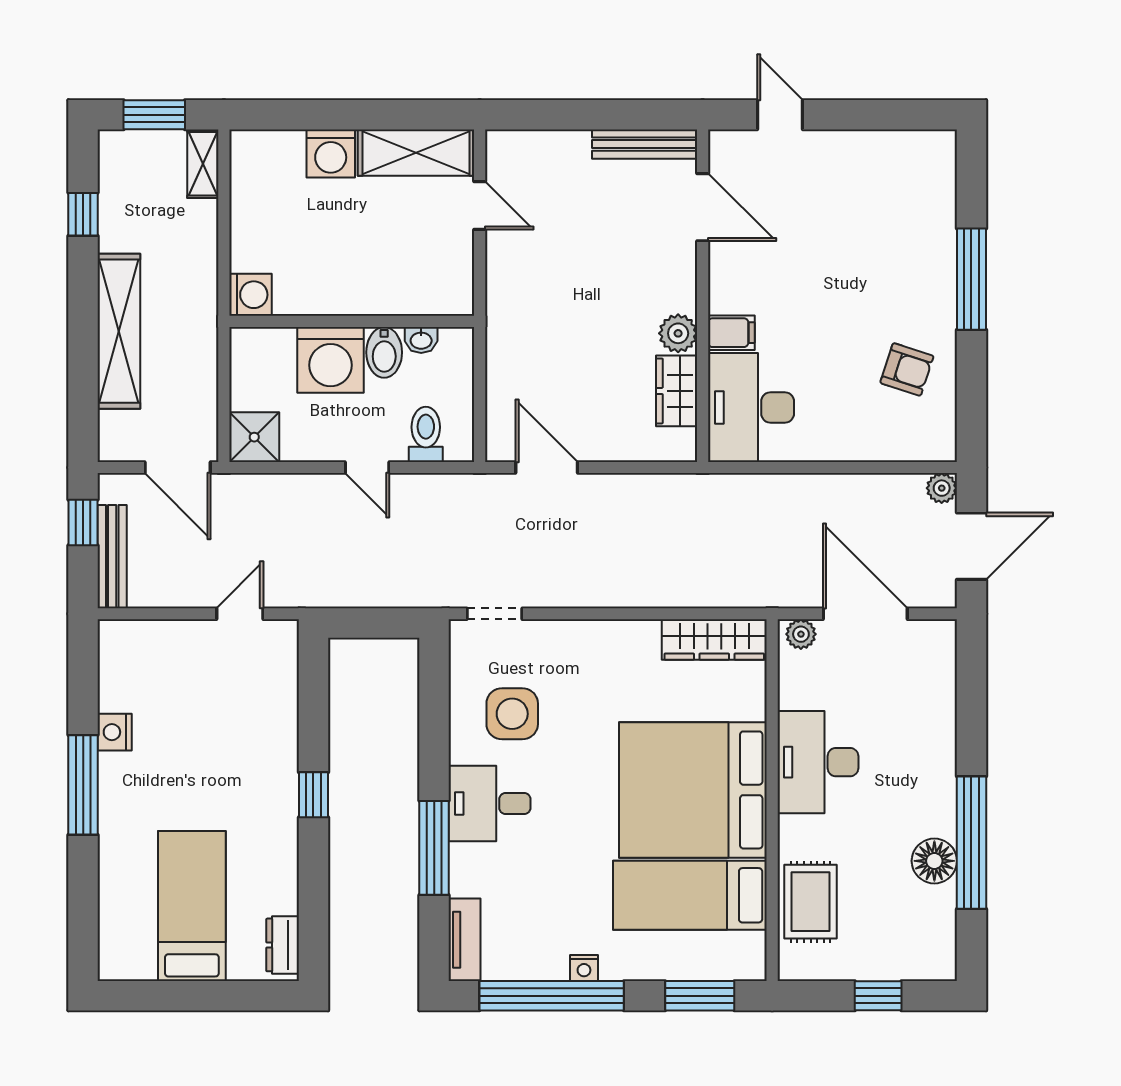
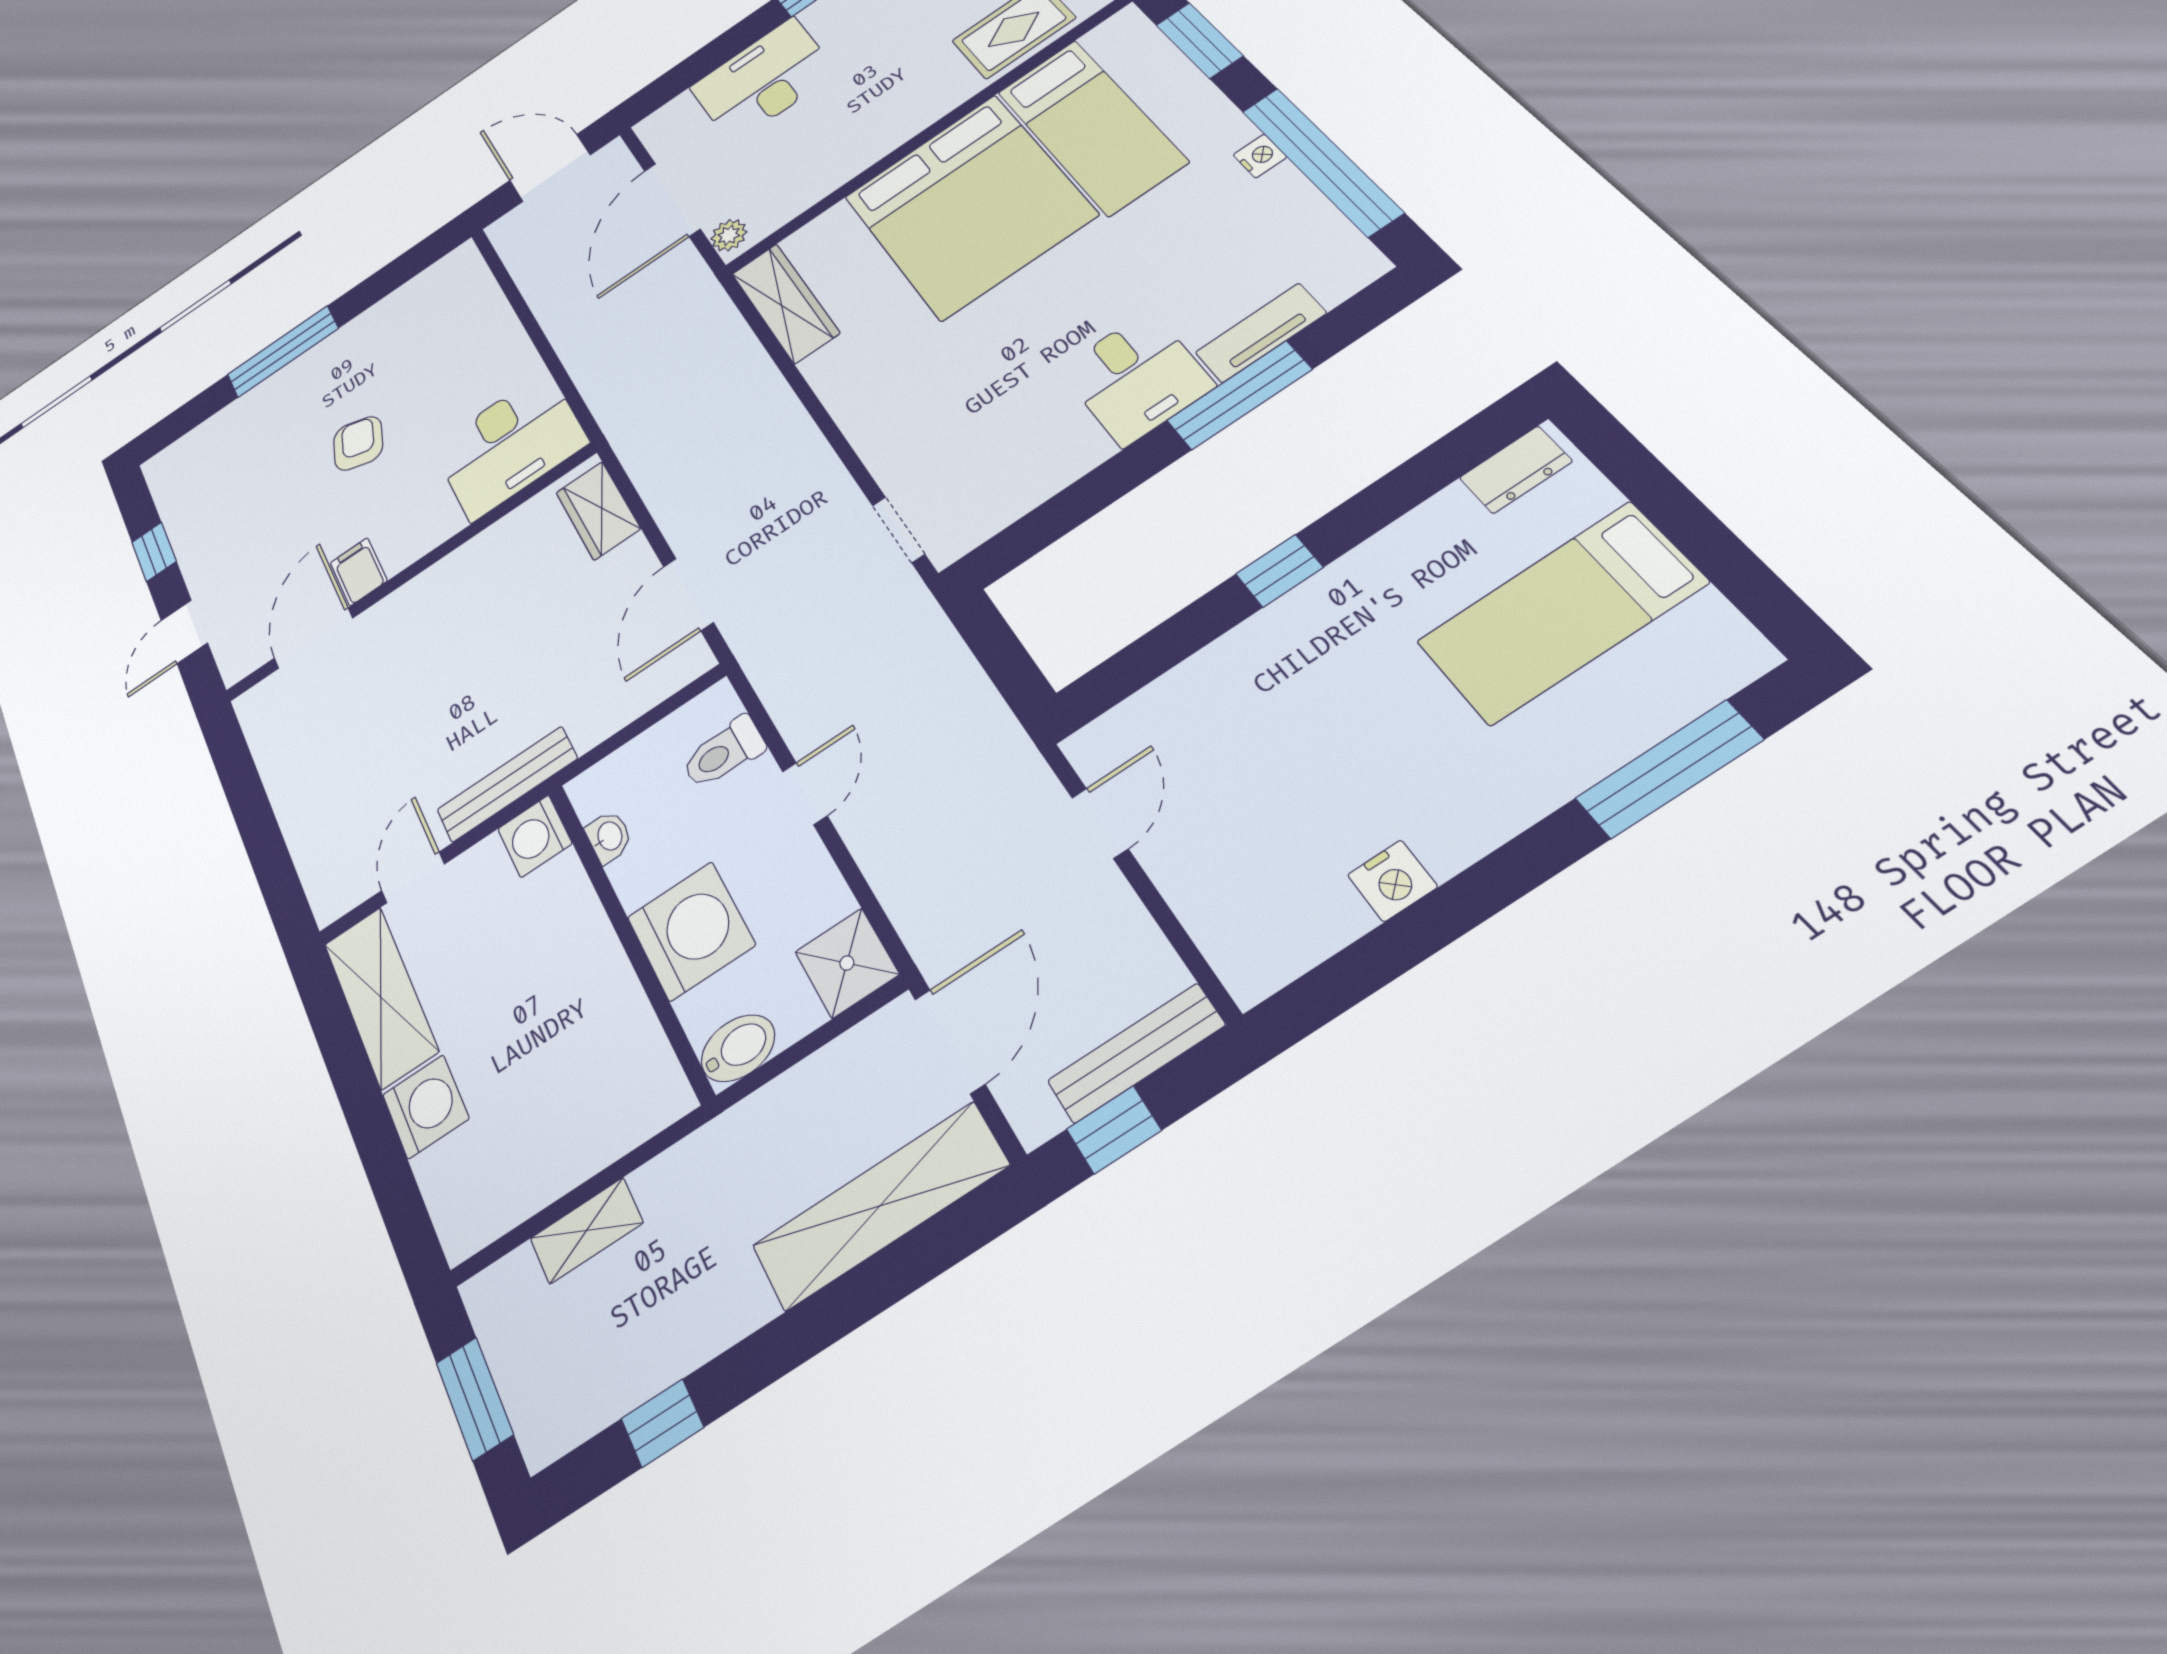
window: (868, 115) -> (154, 552), added
bench: (645, 144) -> (507, 784), moved, turned 90
shelving: (203, 164) -> (587, 1231), moved
washing machine: (250, 295) -> (535, 836), moved, turned -90
shelving: (119, 331) -> (880, 1206), moved
plant: (678, 333) -> (463, 568), removed
filing cabinet: (731, 333) -> (359, 572), moved
bidet: (384, 352) -> (738, 1048), moved
armchair: (907, 369) -> (358, 443), moved
wardrobe: (677, 391) -> (598, 511), moved, turned 90
plant: (942, 488) -> (505, 230), removed
door: (240, 614) -> (1100, 823), swing flipped
side table: (512, 714) -> (1008, 430), removed
desk: (818, 762) -> (763, 80), moved, turned 180
window: (83, 785) -> (1669, 769), moved
tv unit: (464, 940) -> (1261, 333), moved

